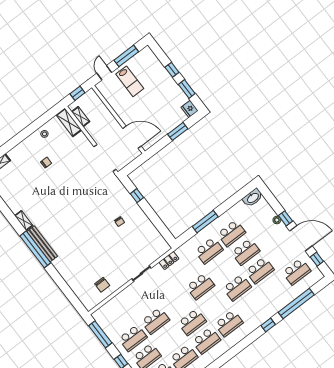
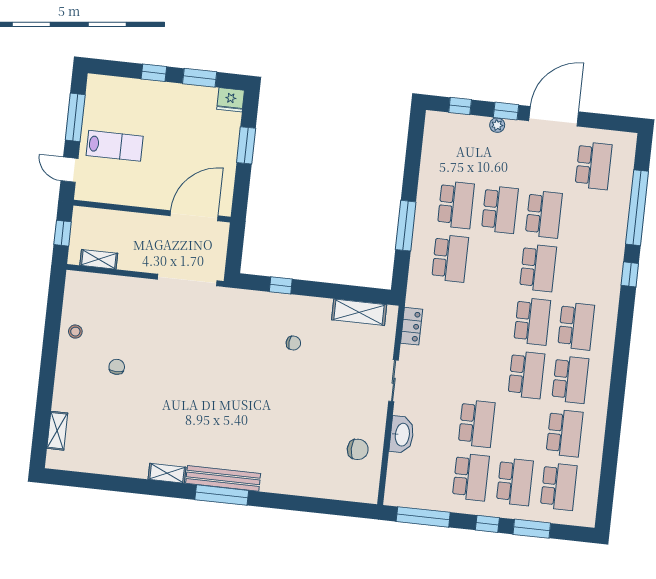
shelving: (69, 122) -> (359, 312), moved
washbasin: (253, 198) -> (402, 435), moved
window: (35, 249) -> (222, 495), width x0.68
window: (317, 259) -> (460, 106), moved
school desk: (201, 286) -> (532, 321), moved

